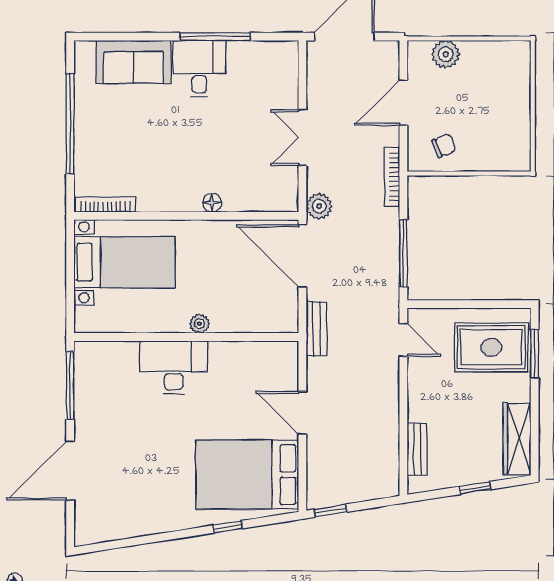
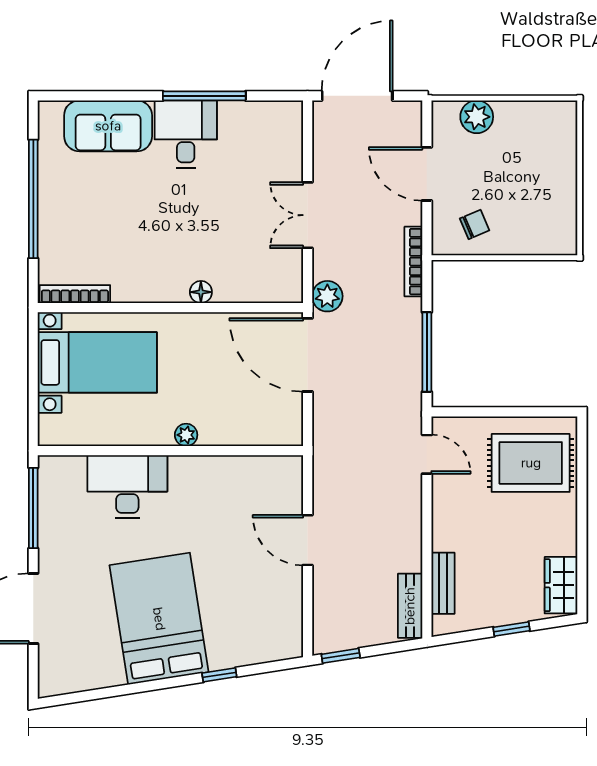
door: (403, 103) -> (427, 174), hinge flipped
bench: (317, 329) -> (410, 606), moved
window: (535, 354) -> (582, 470), removed
desk: (174, 367) -> (127, 487), moved
wardrobe: (517, 439) -> (561, 585), width x0.67
bed: (247, 475) -> (159, 619), moved, turned 81

